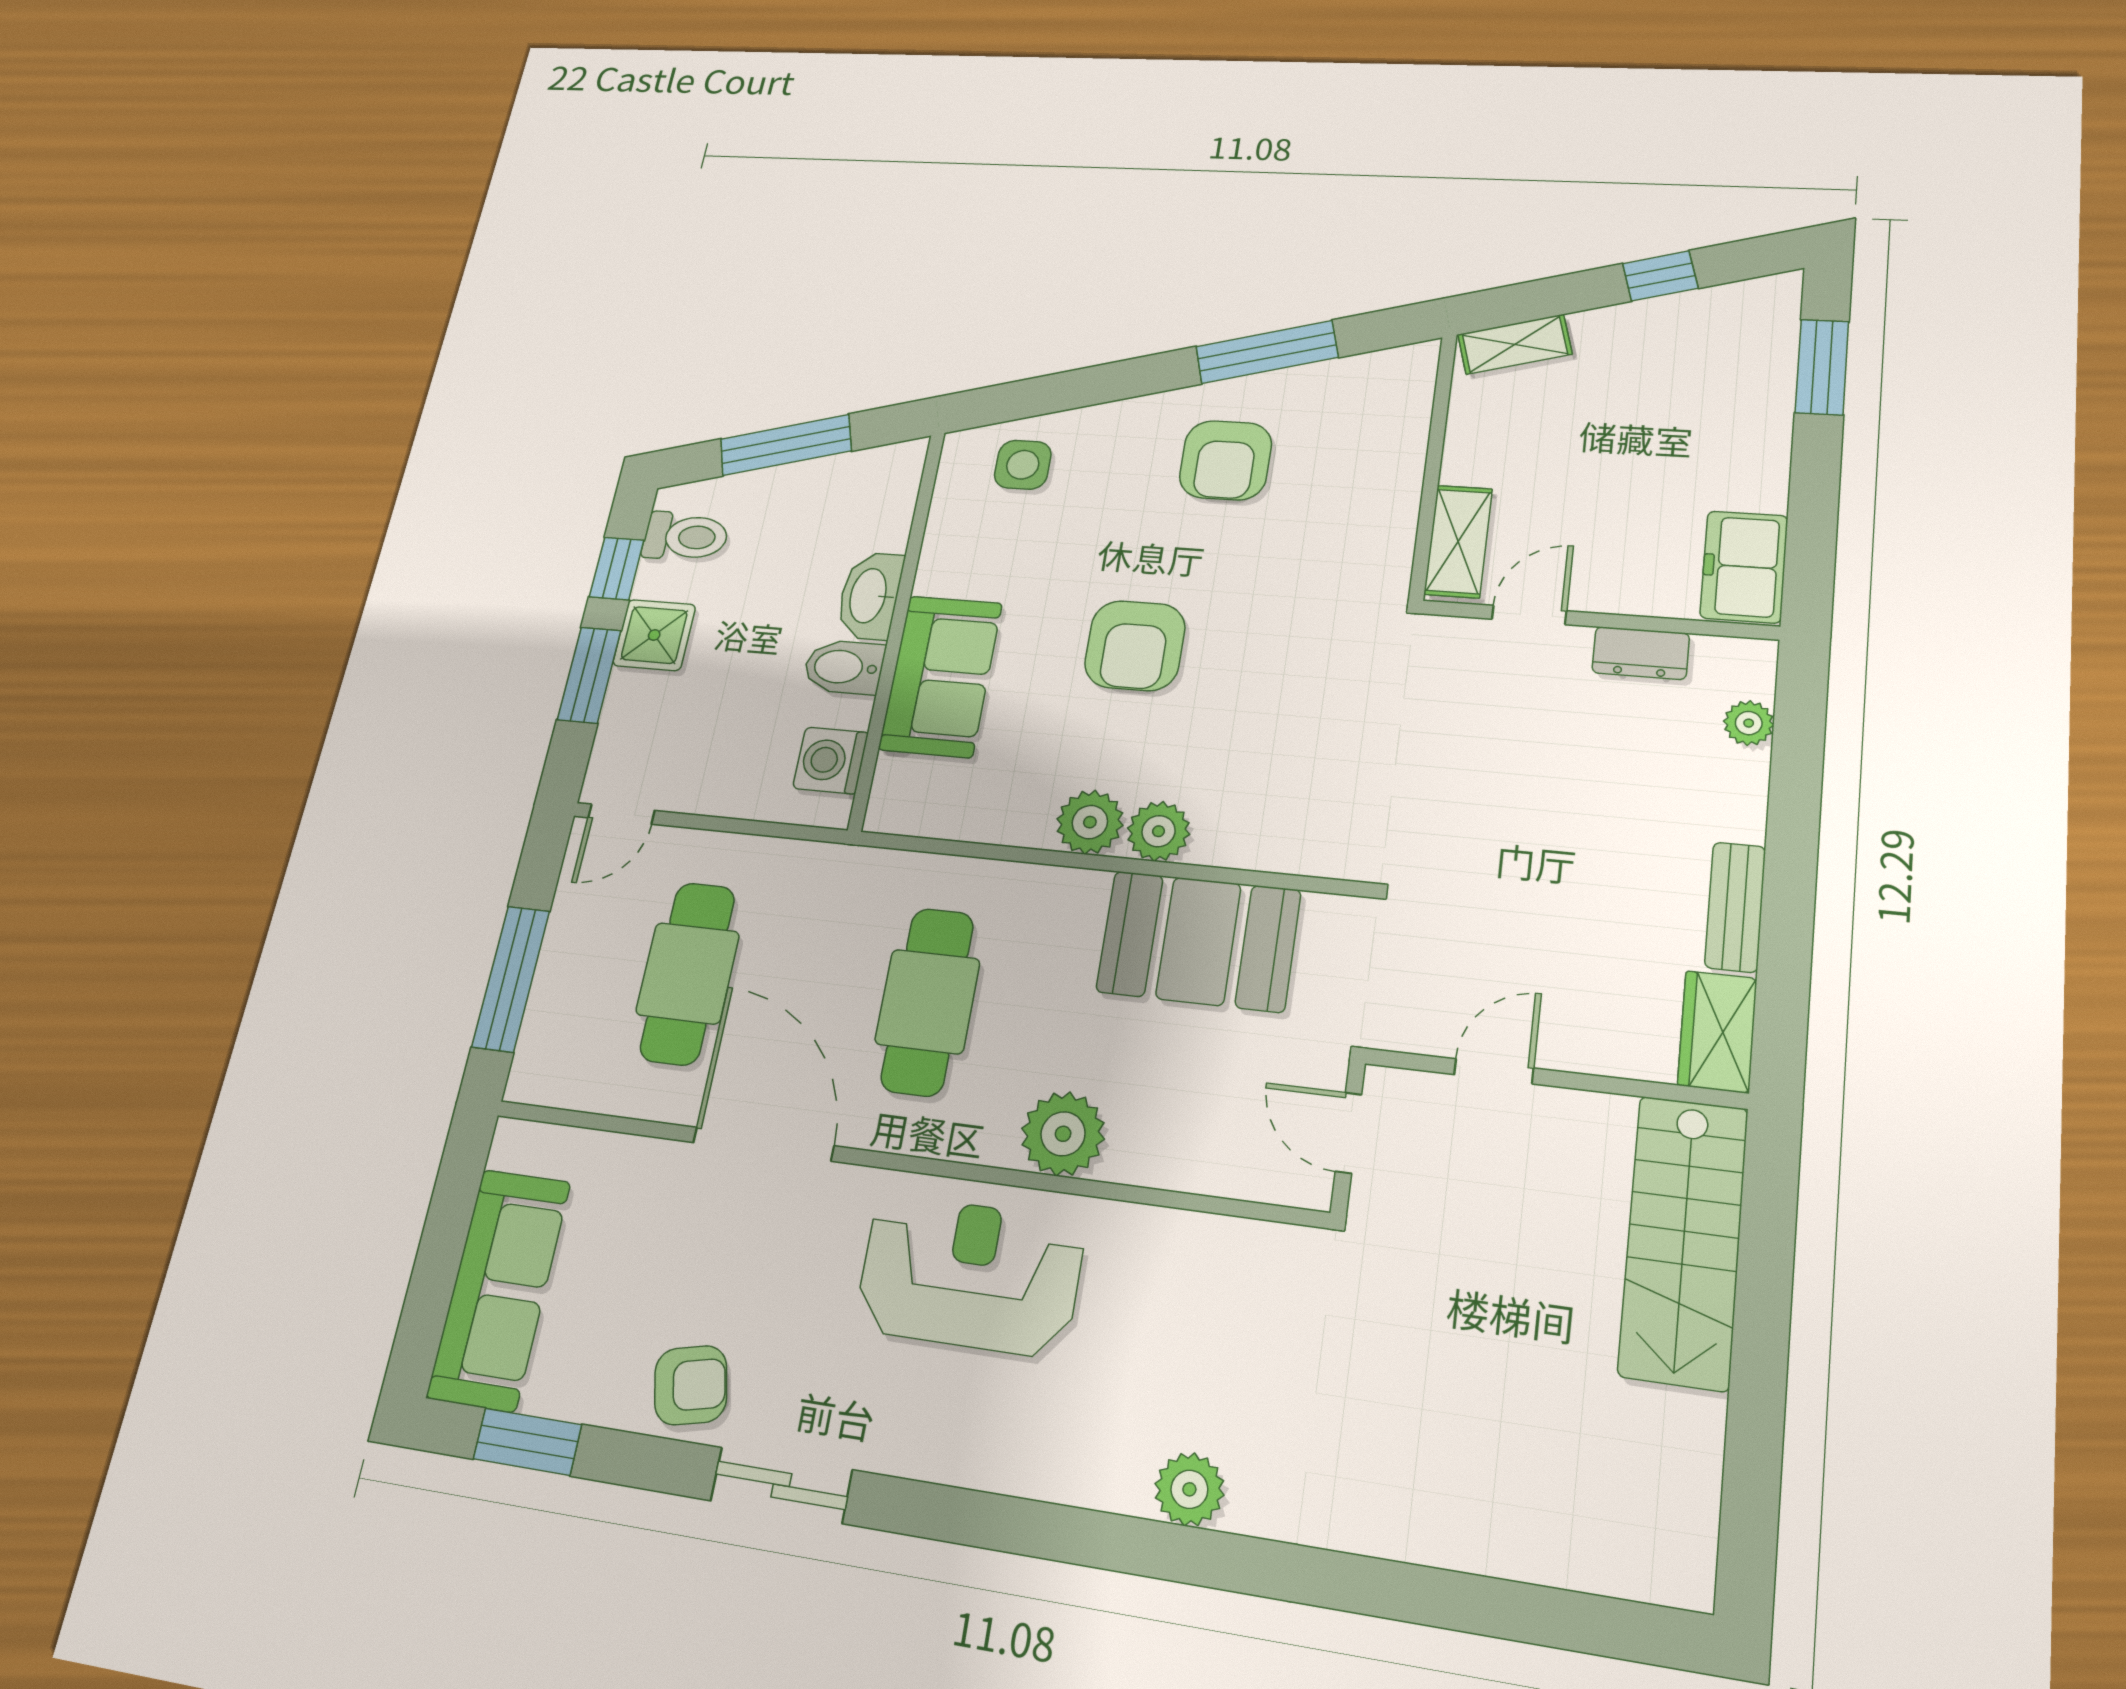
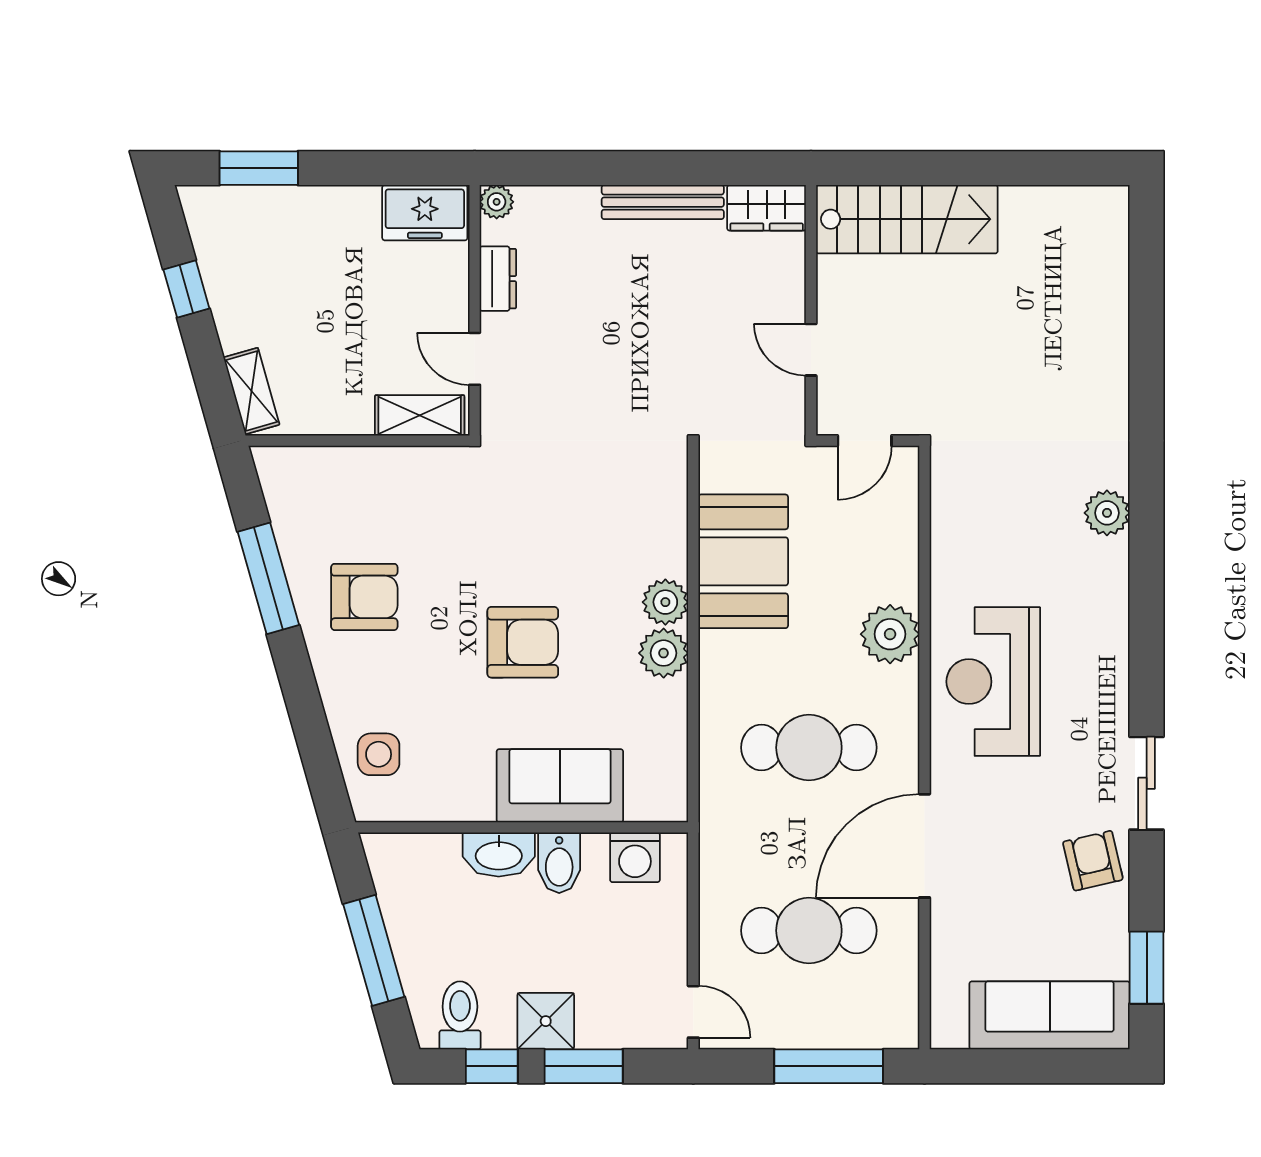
plant: (1749, 723) -> (497, 202), moved
bench: (1735, 907) -> (663, 202), width x1.36

